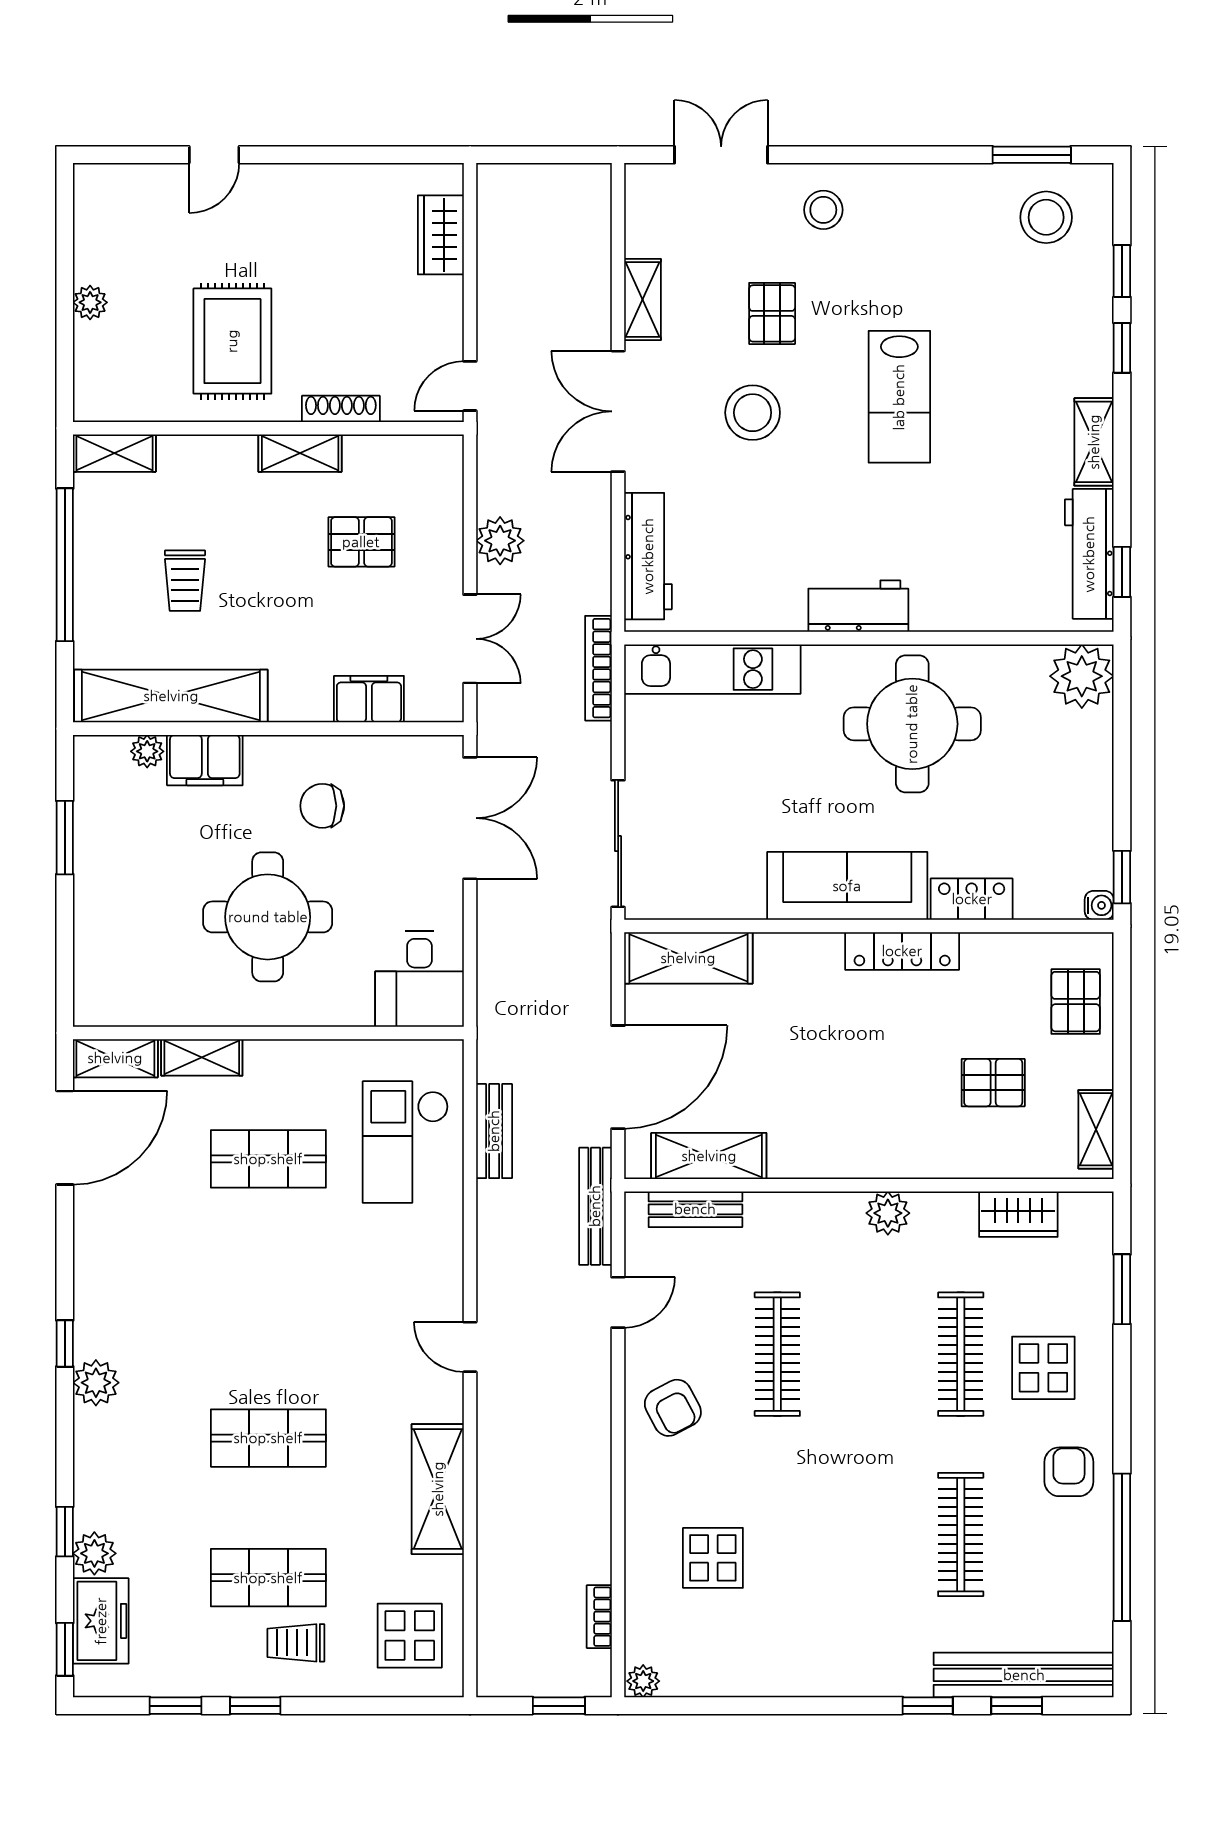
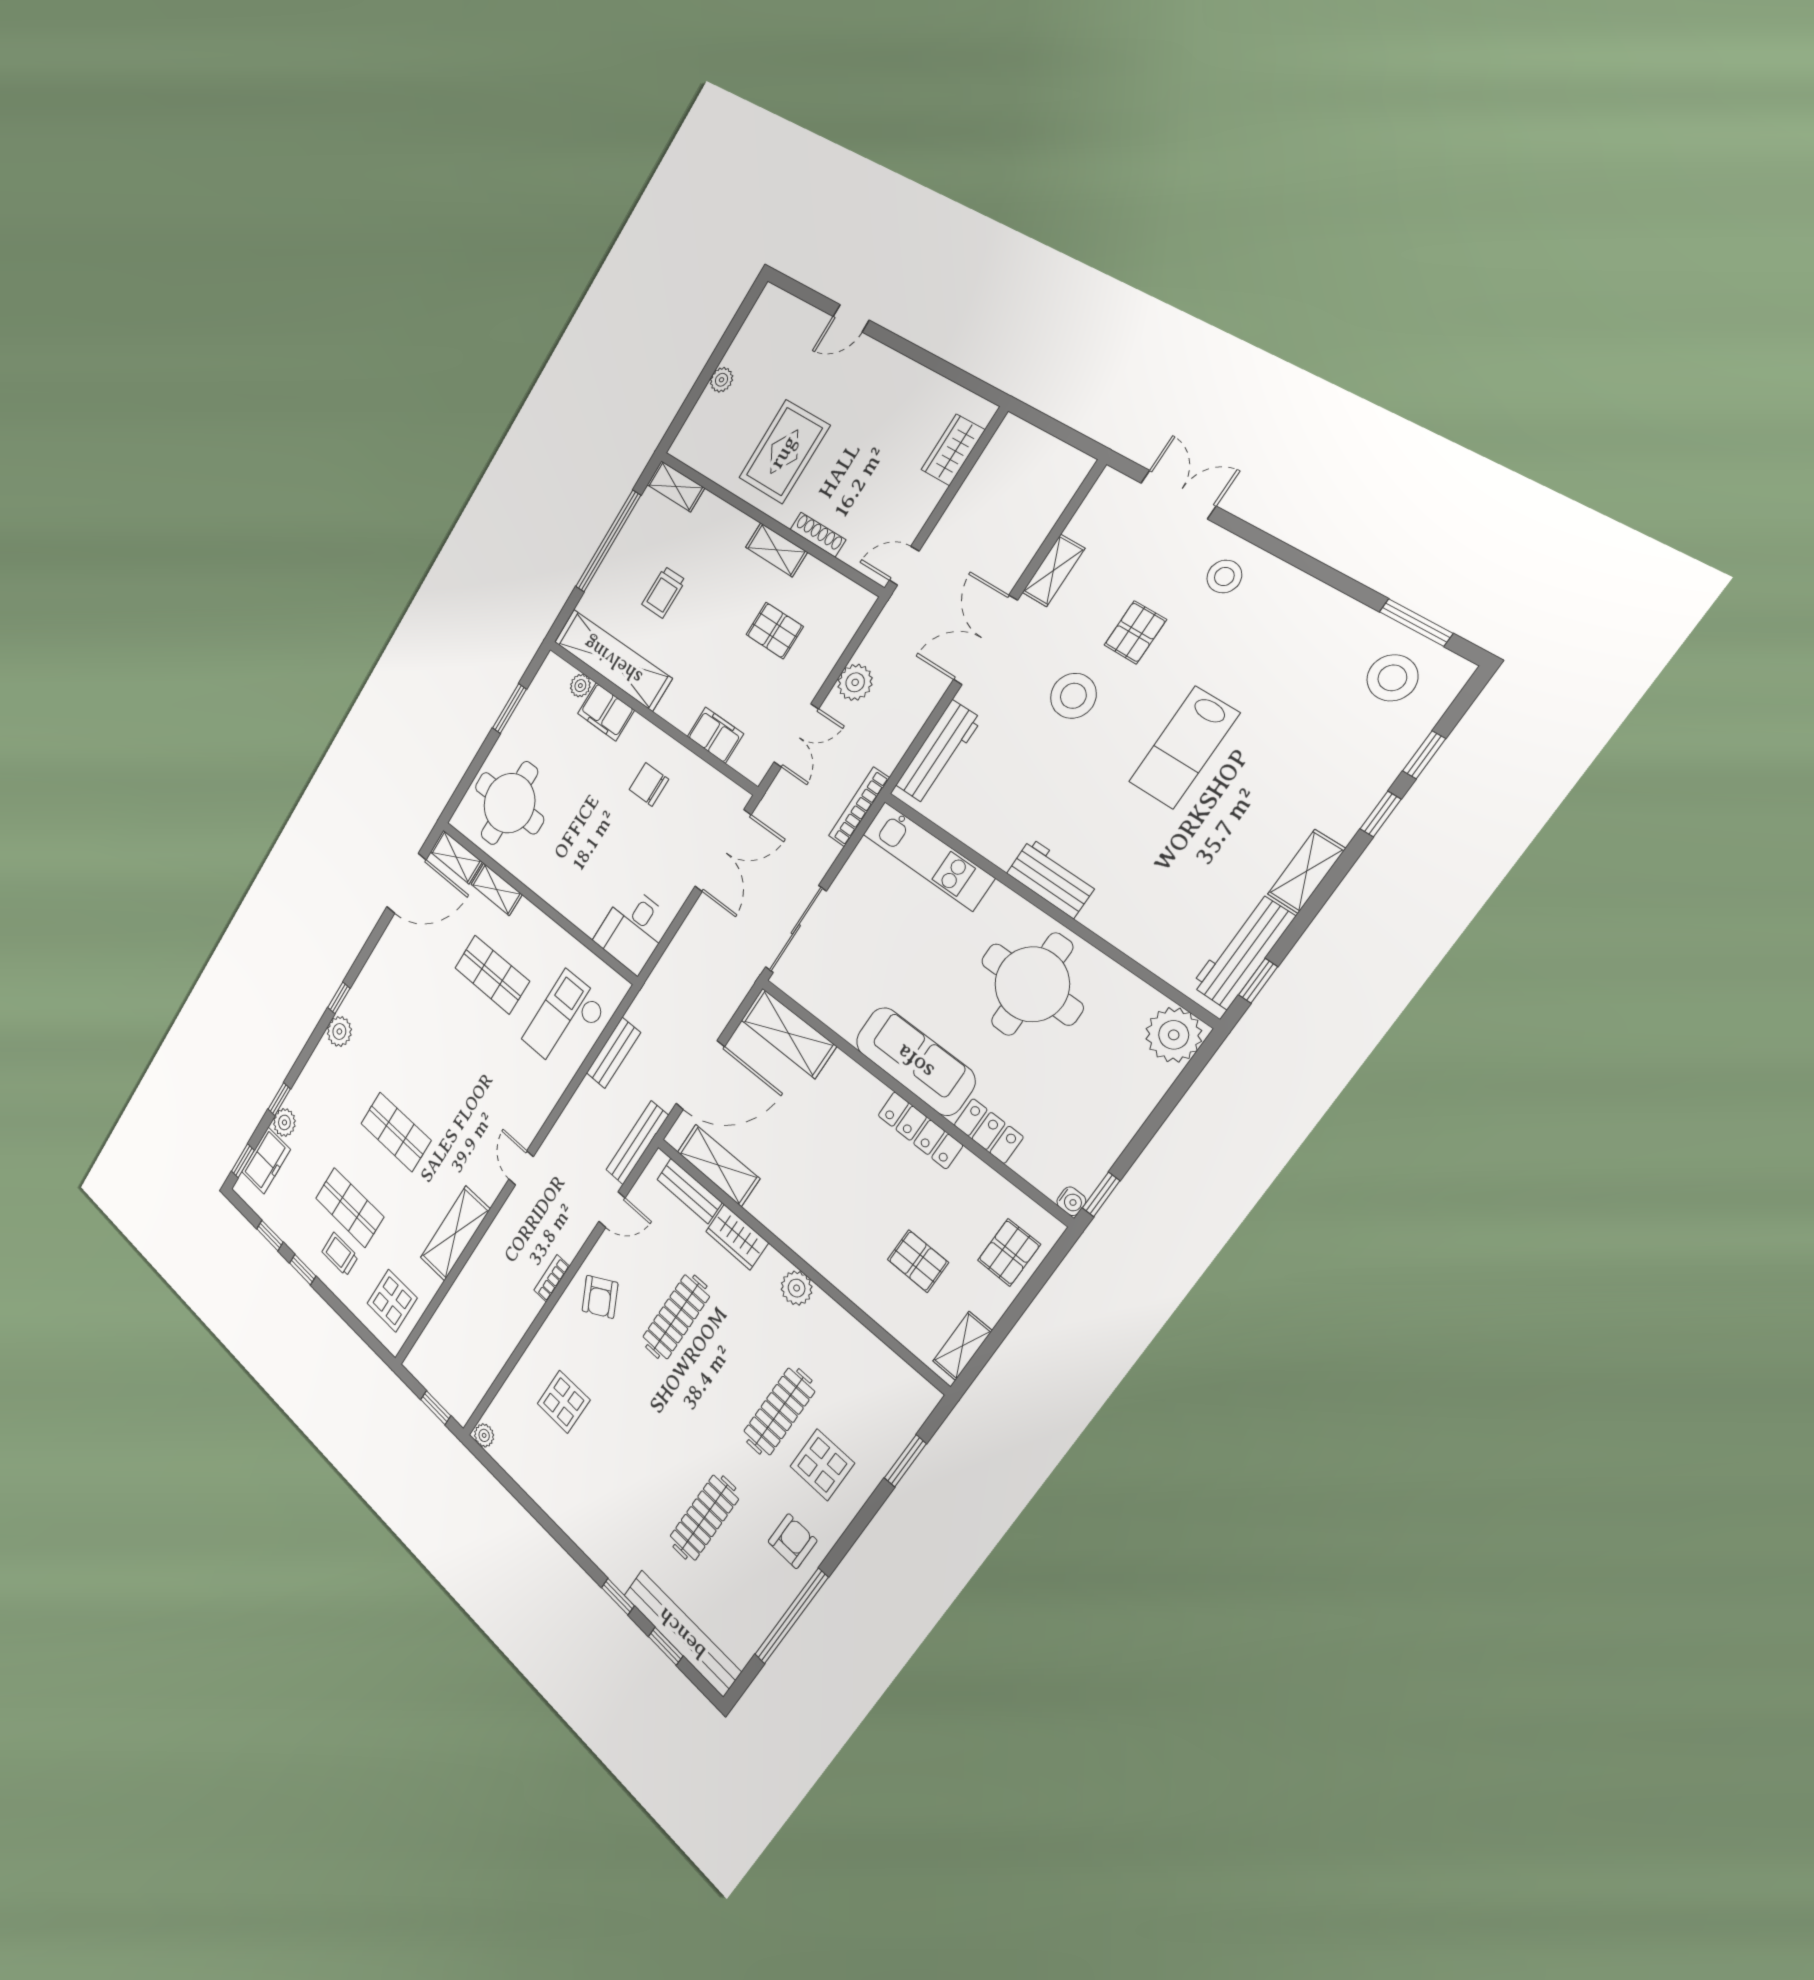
round table: (268, 917) -> (509, 803), moved
wardrobe: (1018, 1214) -> (737, 1237), moved
bookcase: (599, 1617) -> (552, 1278), moved

